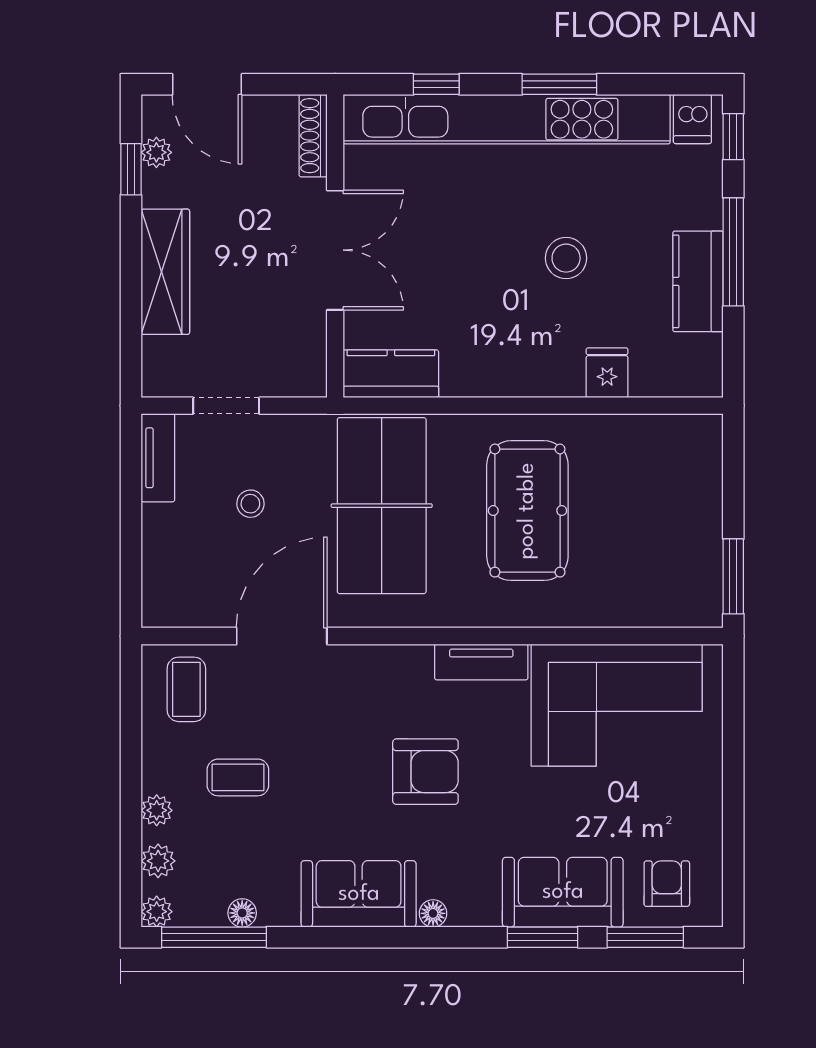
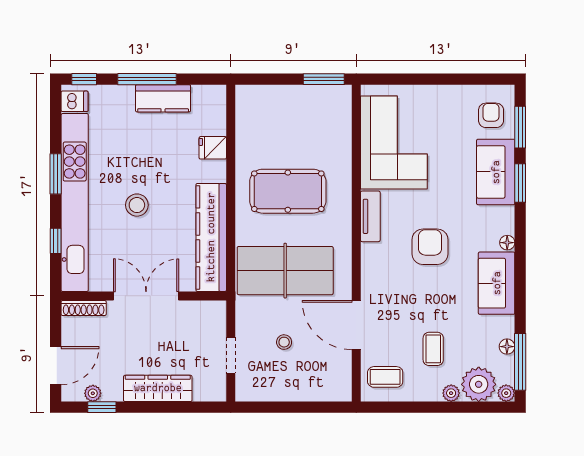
stool: (566, 258) -> (137, 205), moved
kitchen counter: (391, 374) -> (211, 237), width x2.08, depth x1.17
tv unit: (158, 458) -> (259, 392), removed
plant: (158, 861) -> (479, 384), width x1.88, depth x1.88
armchair: (667, 884) -> (491, 115), turned 90

